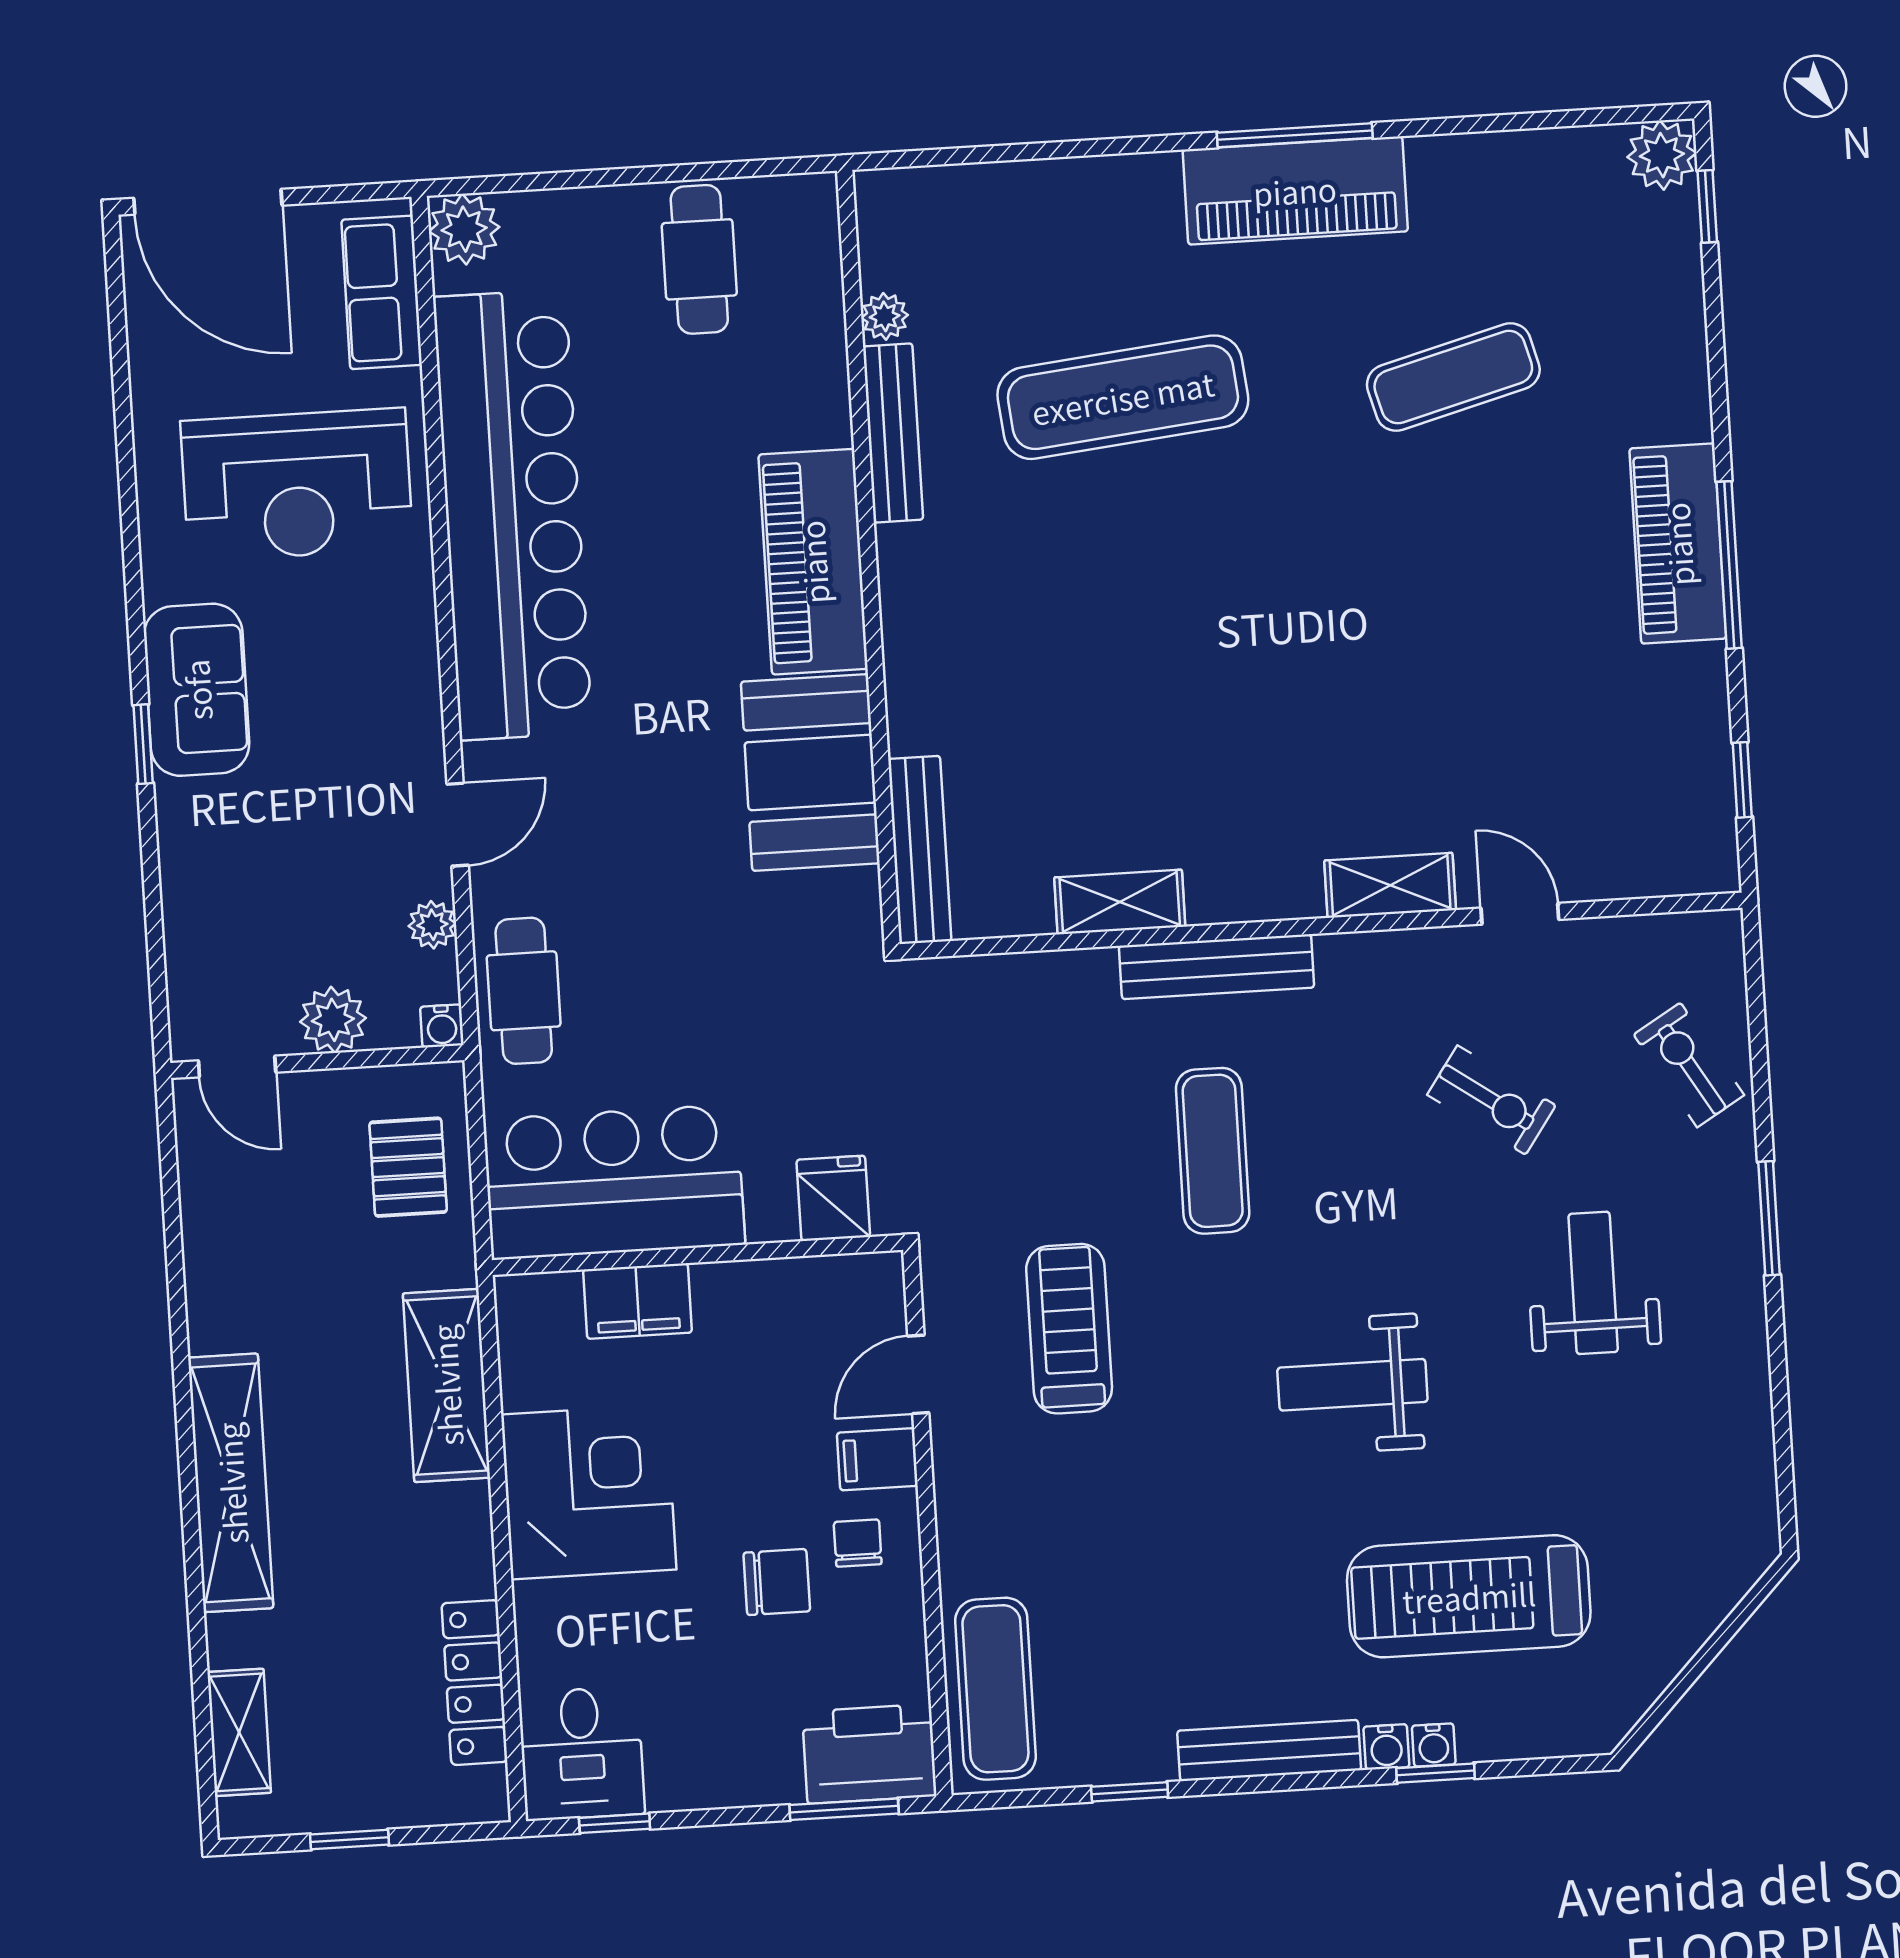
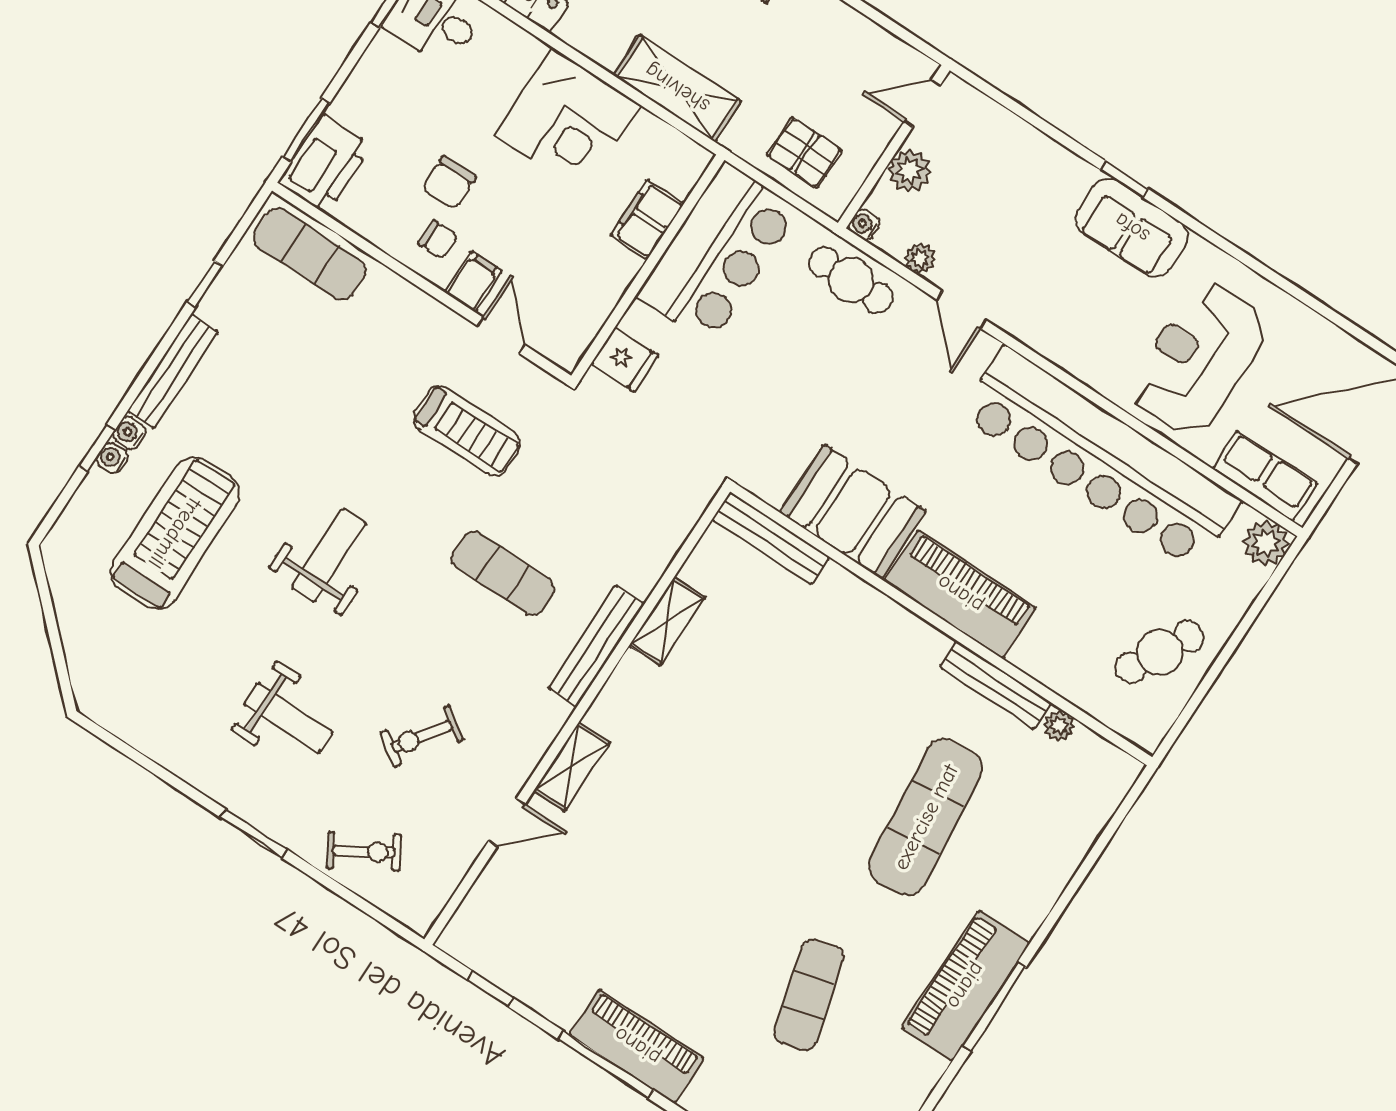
cafe table: (699, 259) -> (1160, 652), turned -62

